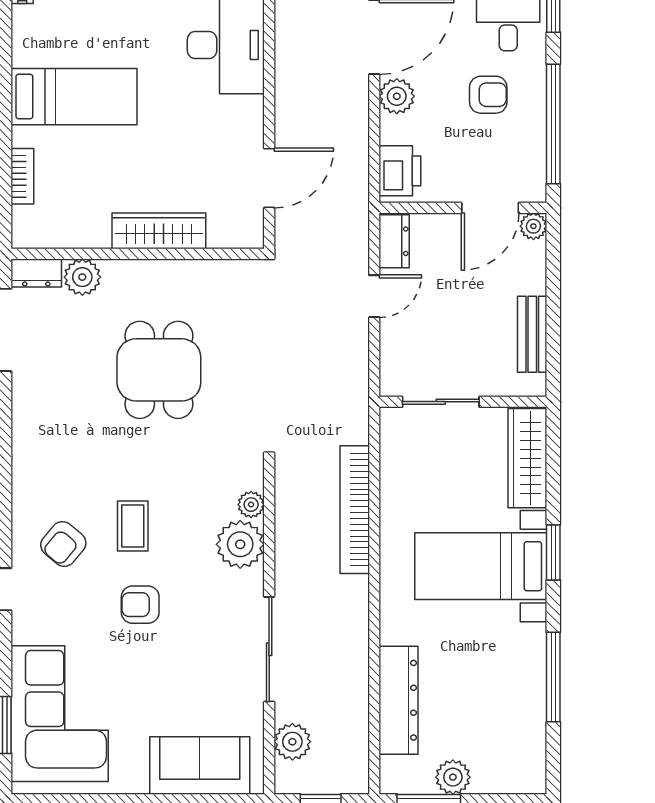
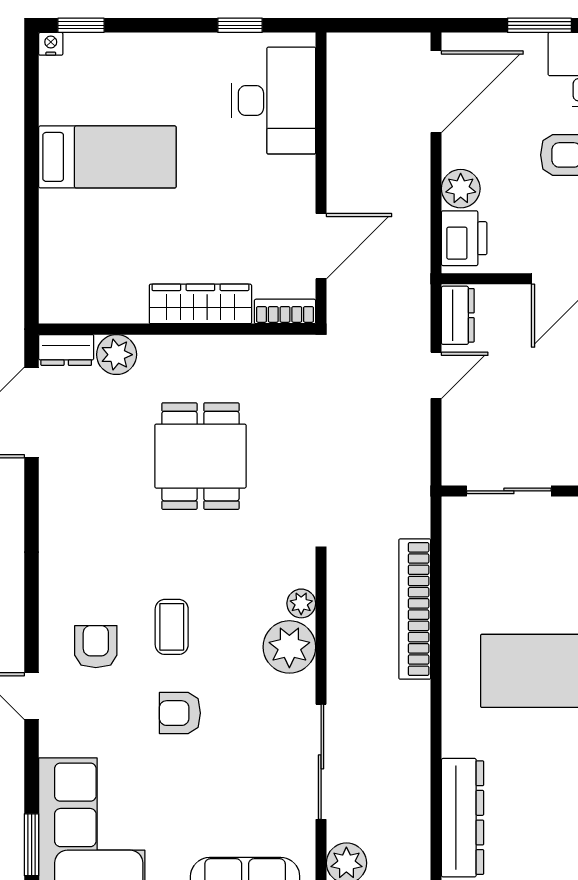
plant: (397, 96) -> (461, 189), moved
bookcase: (22, 176) -> (285, 311), moved, turned -90
armchair: (63, 544) -> (96, 647), turned 140

